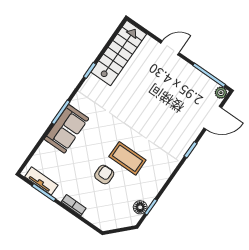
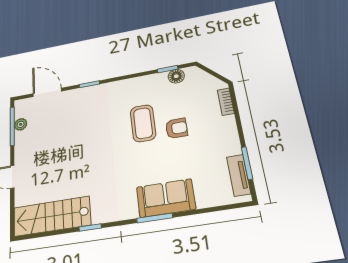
plant: (221, 93) -> (21, 124), moved
armchair: (104, 175) -> (176, 128), turned 180
bookcase: (74, 205) -> (226, 102), moved

